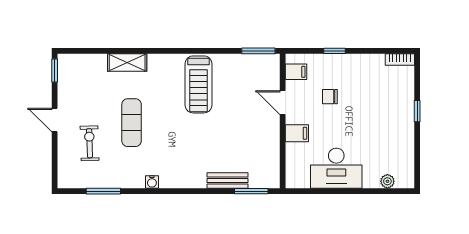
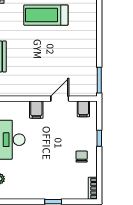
treadmill: (199, 84) -> (46, 15), moved
chair: (330, 97) -> (82, 157), moved

